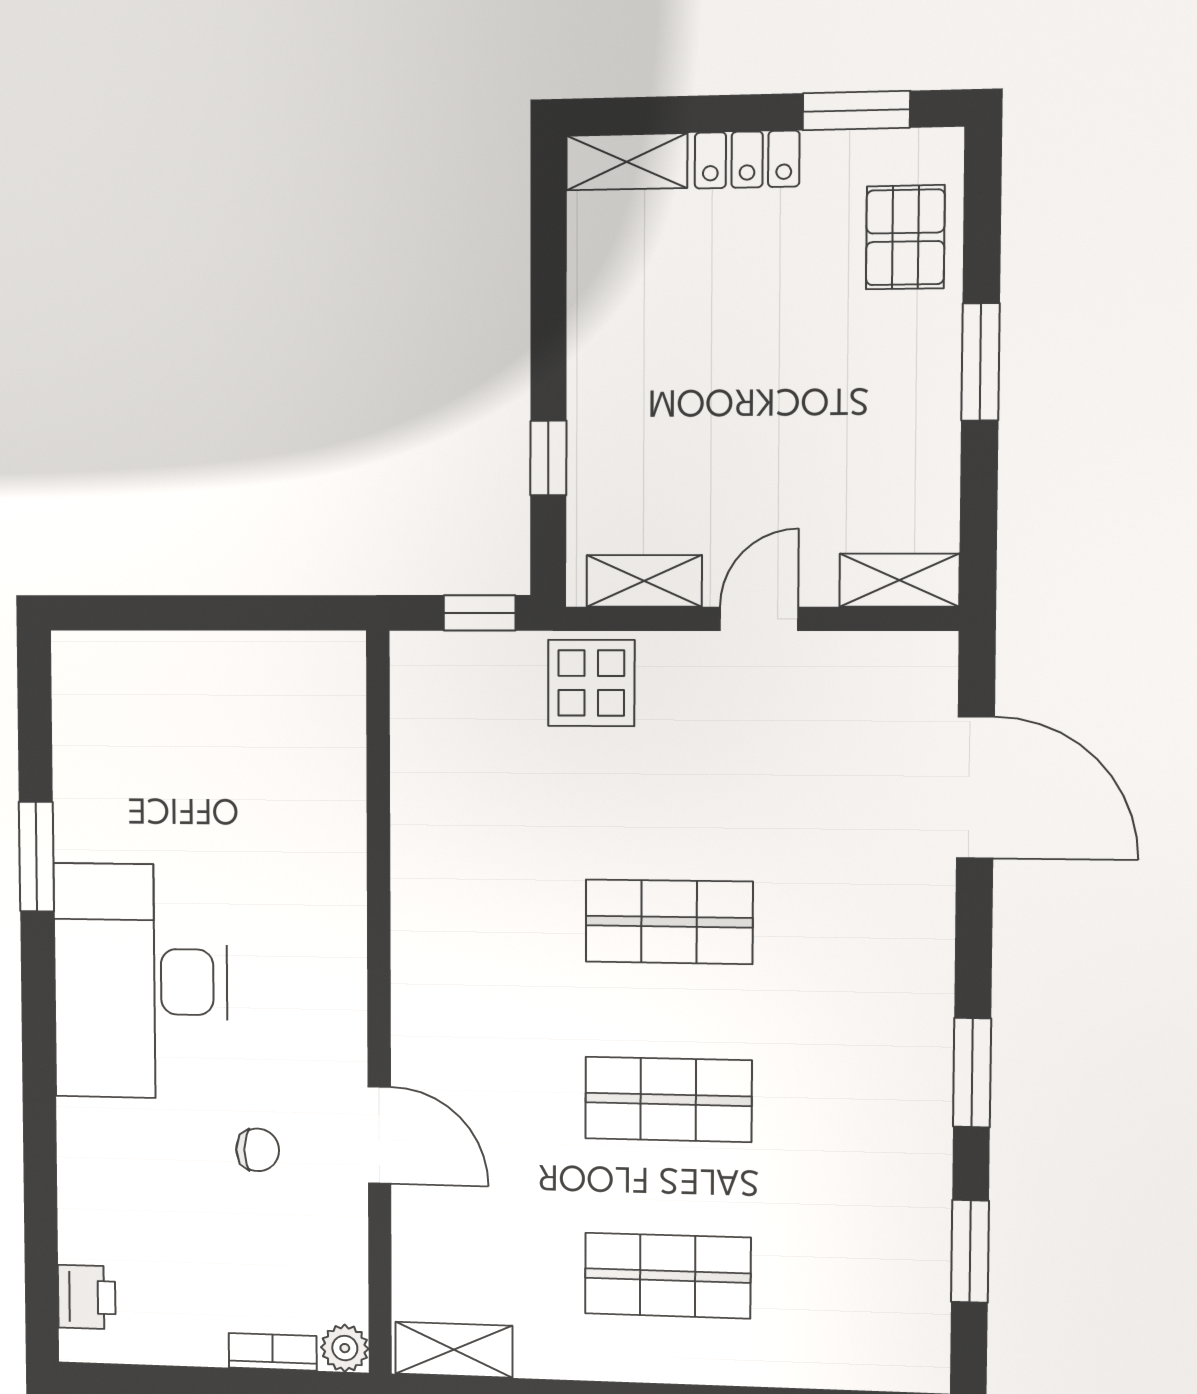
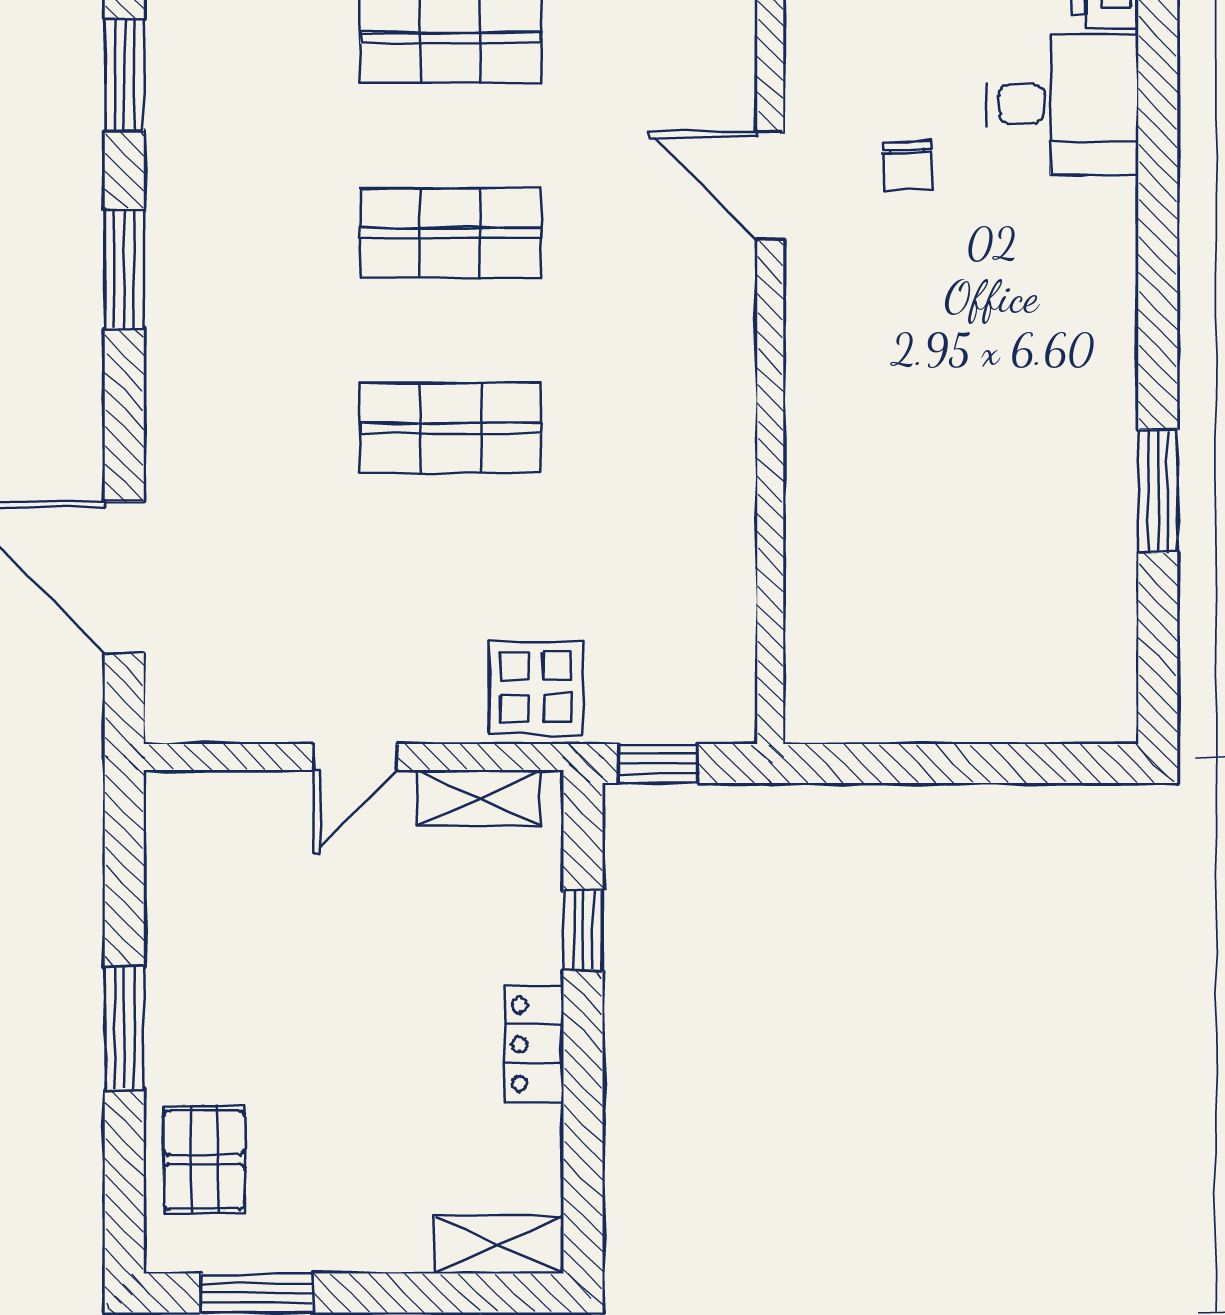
locker: (747, 160) -> (534, 1044), moved, turned -90
shelving: (899, 580) -> (207, 798), removed
desk: (141, 981) -> (1063, 104), moved, width x0.53, depth x0.77
chair: (258, 1150) -> (908, 166), turned -93

